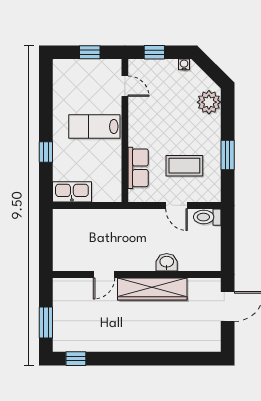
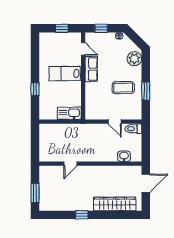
coffee table: (184, 166) -> (123, 88), moved
row of seats: (138, 168) -> (91, 69), moved
kitchen sink: (72, 192) -> (69, 113), moved
washbasin: (167, 262) -> (124, 156), moved
wardrobe: (152, 289) -> (115, 204), moved, turned 180
window: (76, 359) -> (82, 215), moved

